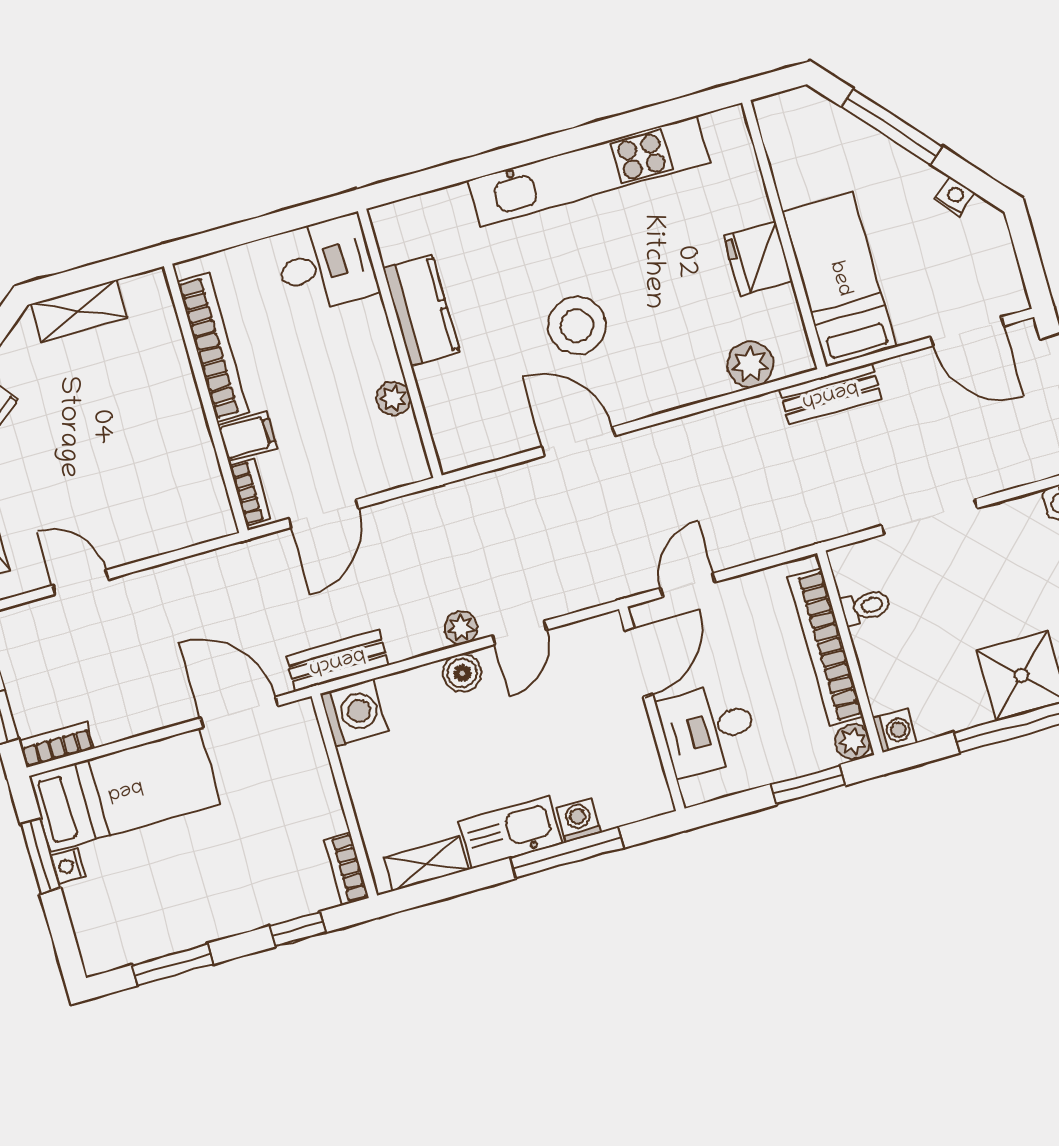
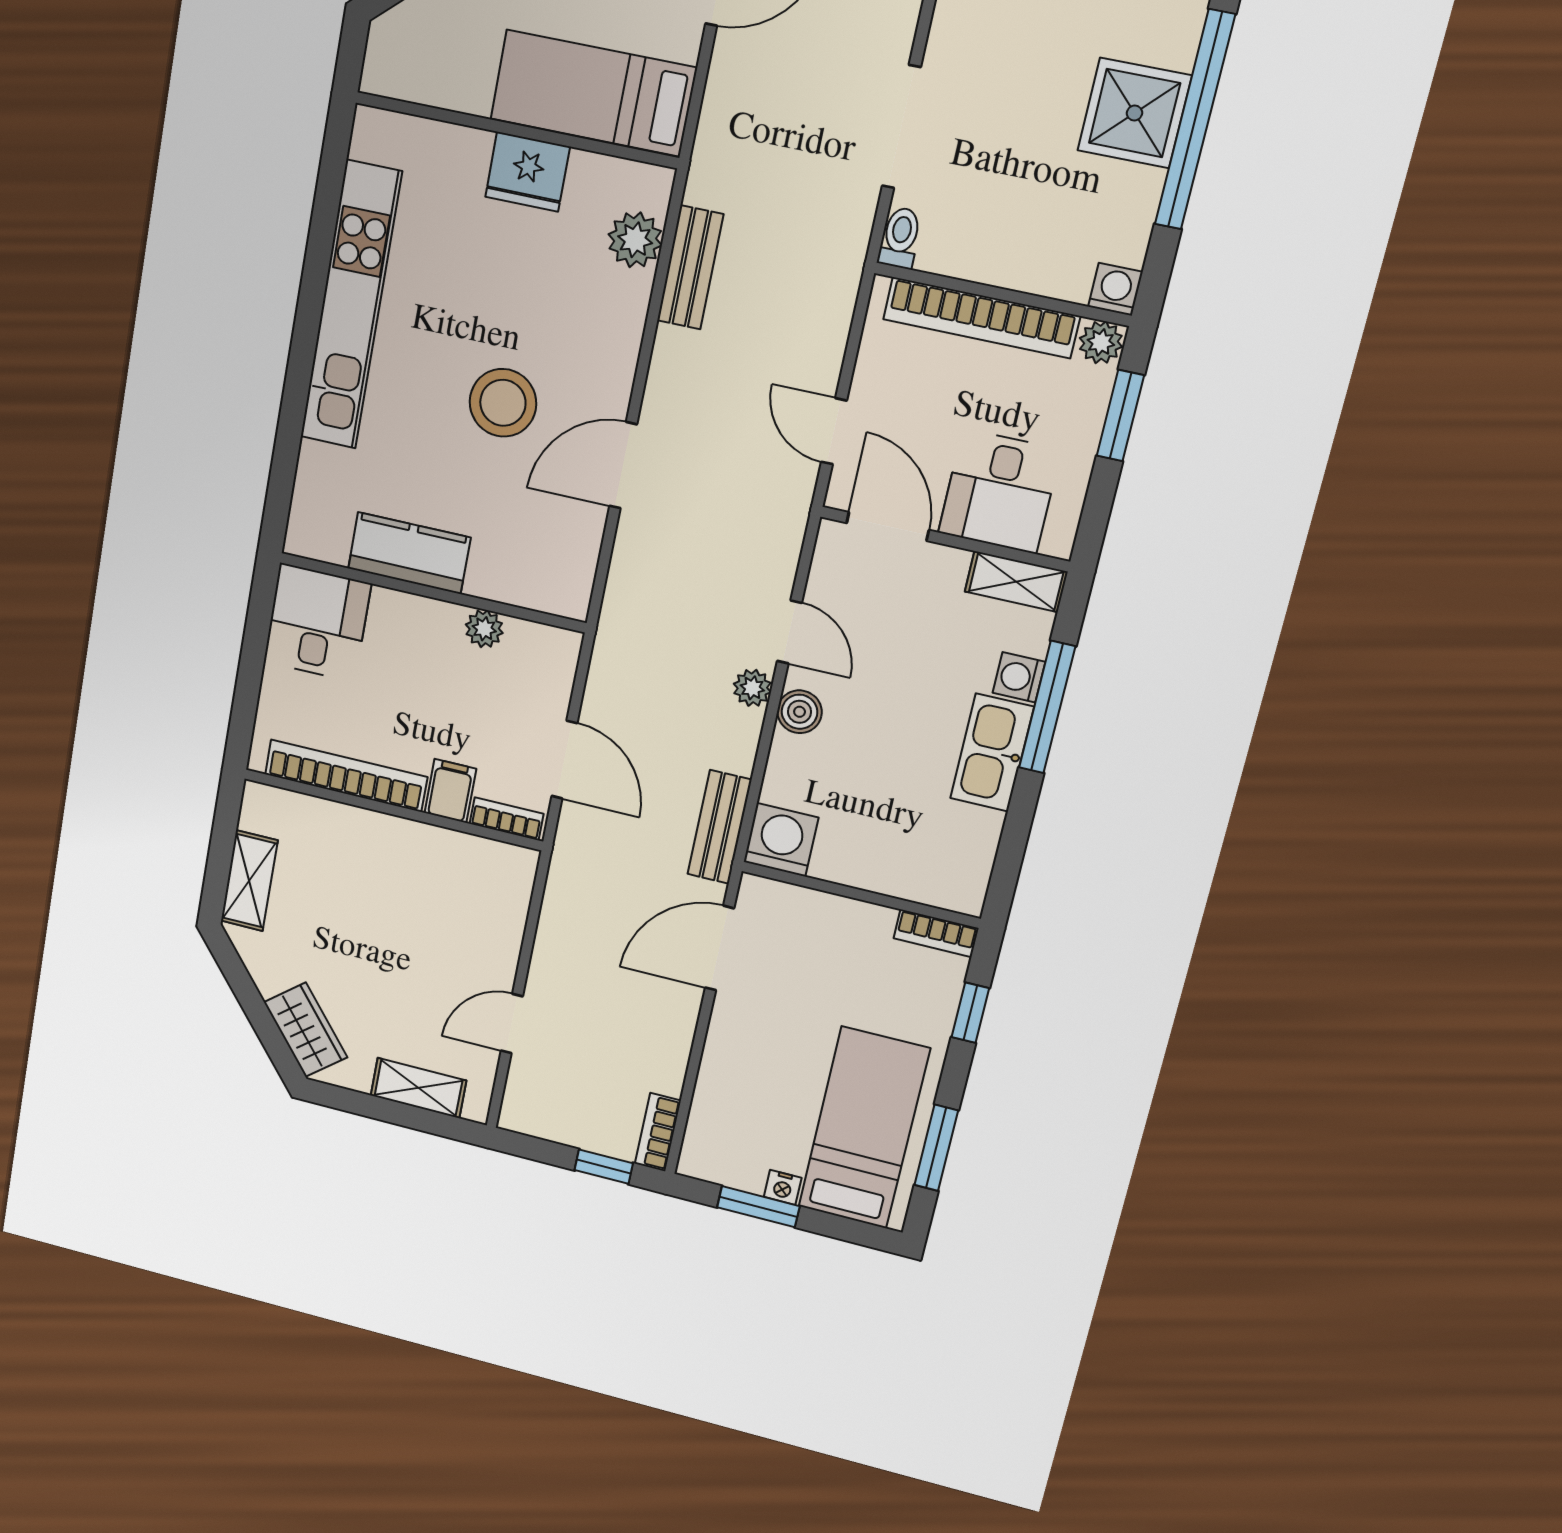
bench: (830, 394) -> (690, 267), moved
toilet: (866, 607) -> (900, 238), moved
bed: (125, 790) -> (864, 1128), moved
shelving: (426, 864) -> (1016, 582), moved, turned 90

